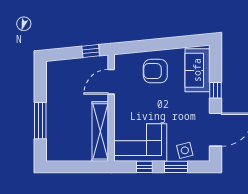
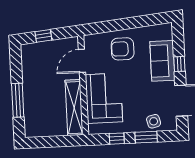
window: (91, 51) -> (43, 36), moved
sofa: (197, 70) -> (162, 61), moved
corner sofa: (140, 143) -> (104, 98), moved, turned 90

